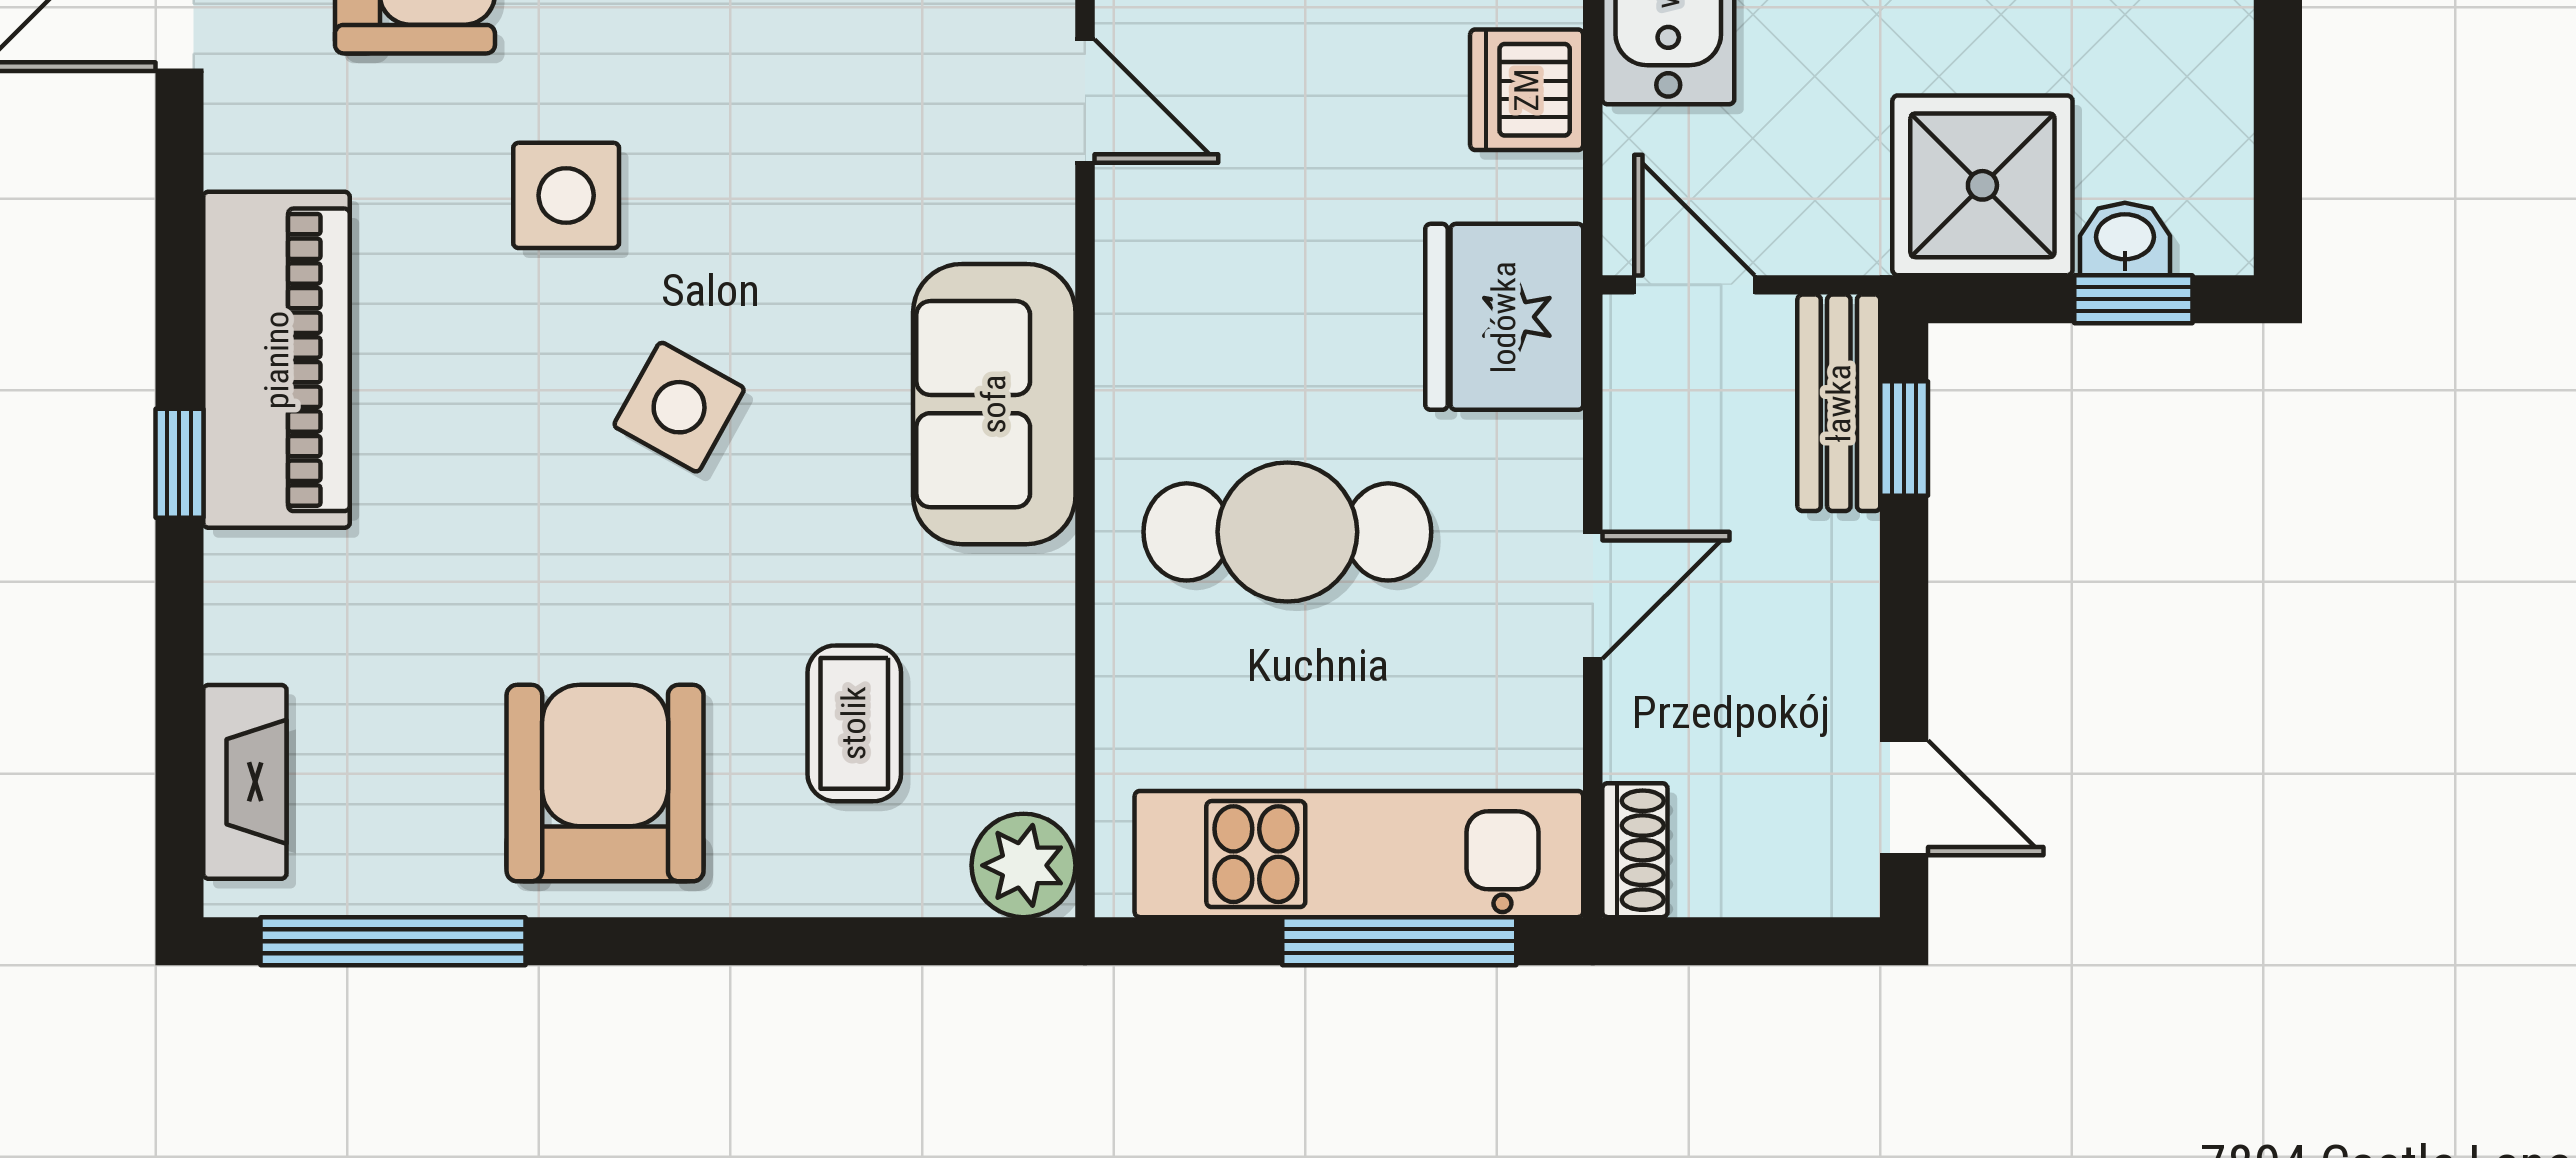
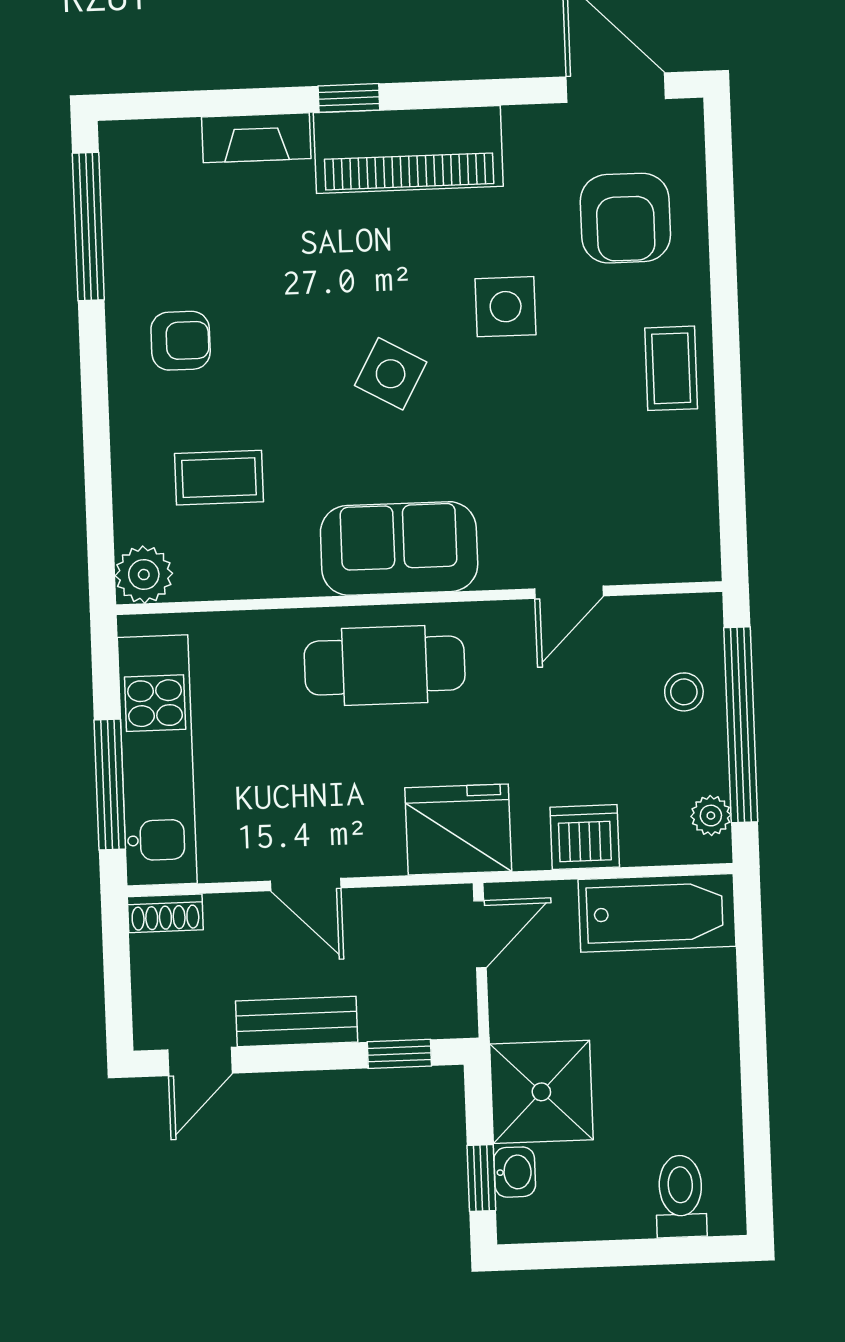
bench: (1839, 403) -> (297, 1021), moved
cafe table: (1287, 532) -> (385, 666), moved, turned 90
fireplace: (245, 782) -> (256, 138), moved
armchair: (605, 783) -> (181, 341), width x0.53, depth x0.53

